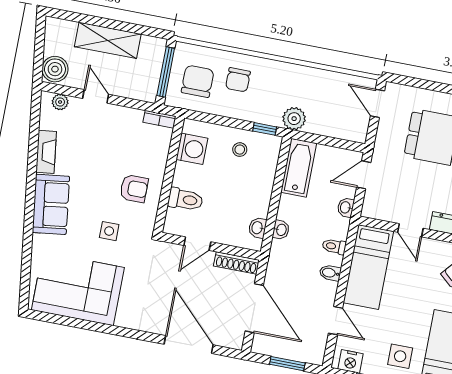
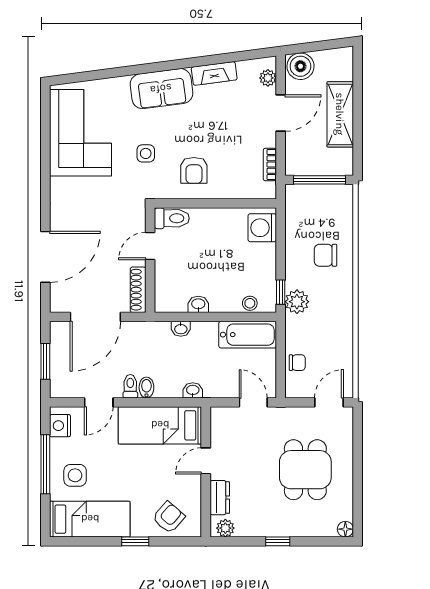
chair: (198, 81) -> (297, 363), moved, width x0.54, depth x0.54
door: (96, 96) -> (281, 113), width x1.38
bookcase: (159, 119) -> (270, 165), moved
plant: (294, 119) -> (297, 302), moved
washing machine: (192, 149) -> (262, 228), moved, turned 90
stool: (240, 150) -> (250, 303), moved
toilet: (185, 199) -> (172, 218), moved, turned -90
washbasin: (346, 207) -> (193, 390), moved
washbasin: (257, 228) -> (198, 304), moved
door: (197, 244) -> (150, 246), hinge flipped
toilet: (334, 246) -> (130, 386), moved

